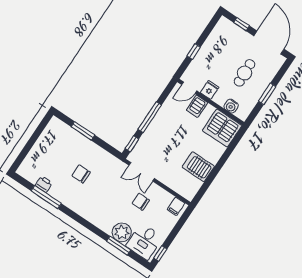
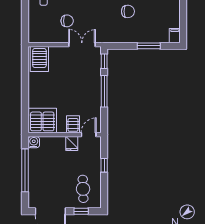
cafe table: (245, 73) -> (83, 189), moved
window: (267, 94) -> (25, 170), width x2.11
water cooler: (231, 106) -> (34, 142), moved
server rack: (198, 167) -> (39, 59), moved, turned 90
filing cabinet: (176, 206) -> (175, 36), moved

